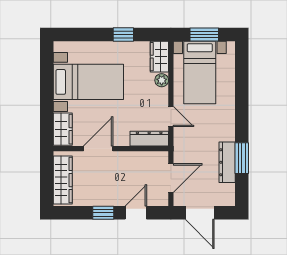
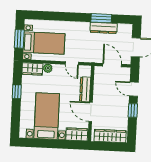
door: (171, 117) -> (72, 63), swing flipped
dresser: (149, 139) -> (85, 89), moved

